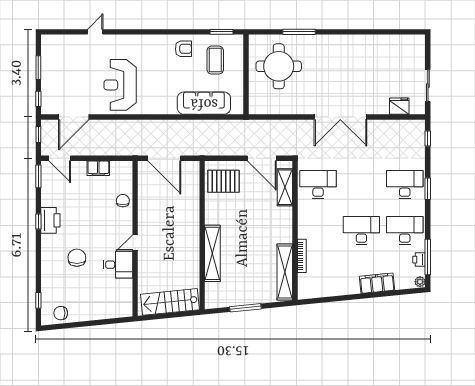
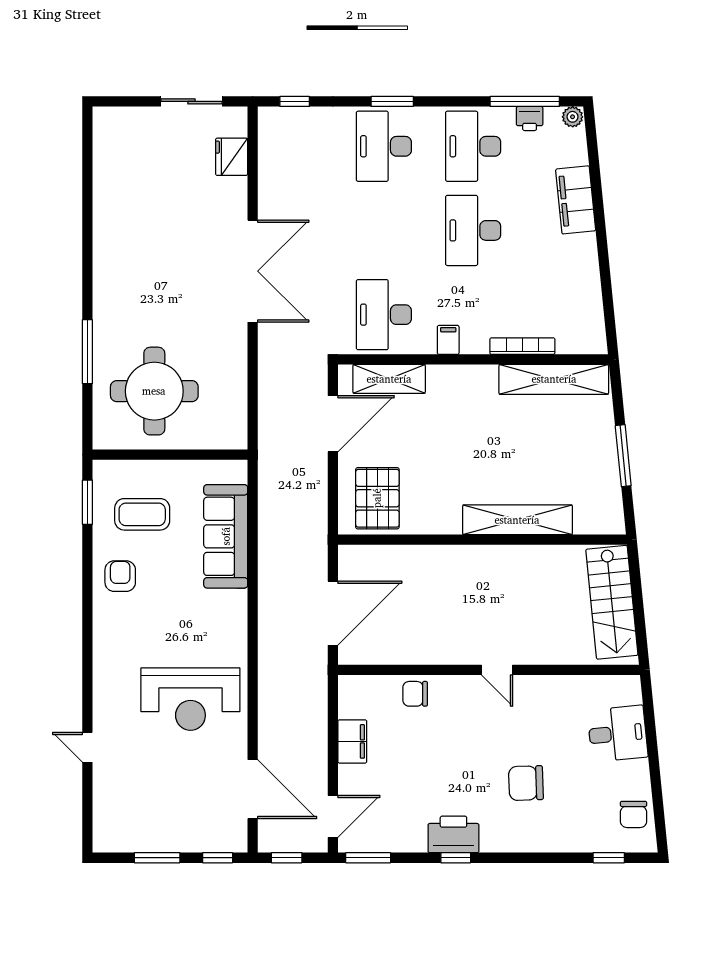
filing cabinet: (305, 218) -> (448, 340), added
desk: (118, 265) -> (618, 734), moved, turned 84

